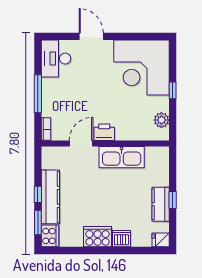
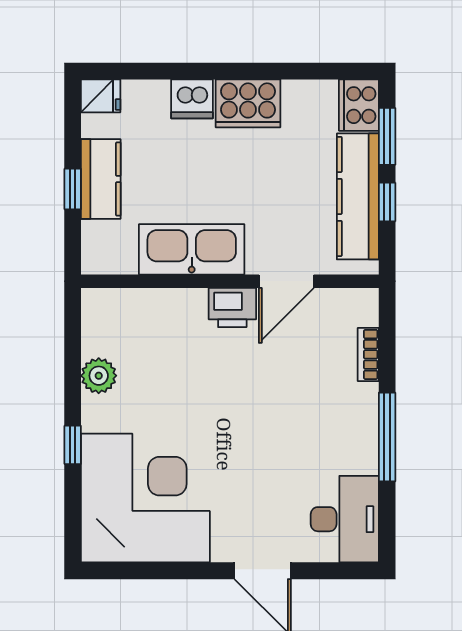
printer: (104, 132) -> (232, 308), moved
door: (81, 143) -> (286, 281), moved
wall: (105, 143) -> (230, 281), moved
kitchen sink: (122, 157) -> (192, 249), moved

